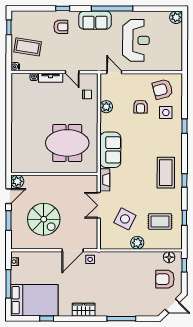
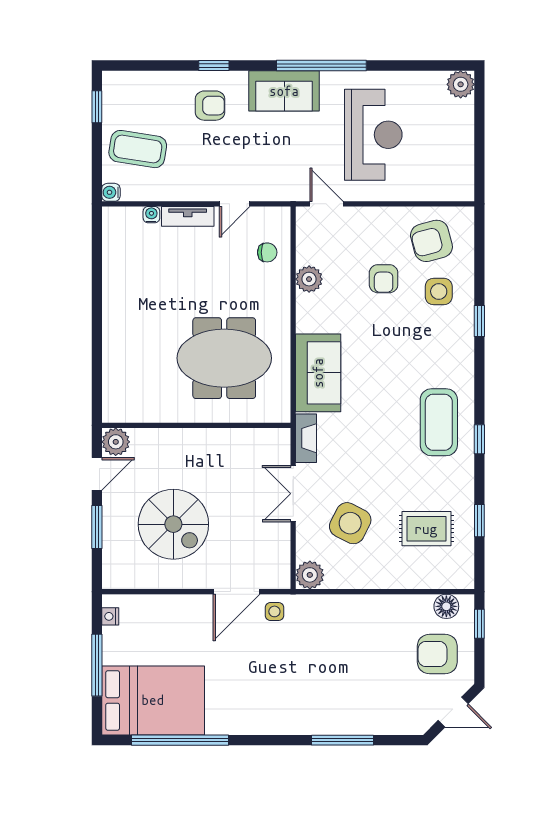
door: (72, 72) -> (235, 204), hinge flipped
plant: (137, 243) -> (310, 575), moved
wardrobe: (84, 310) -> (261, 721), removed
window: (47, 318) -> (180, 740), width x3.17

